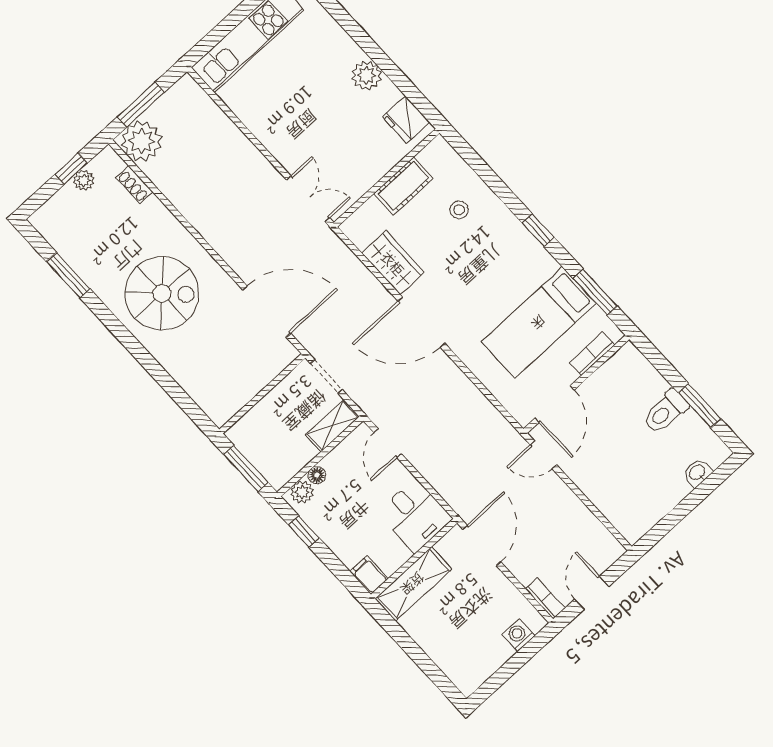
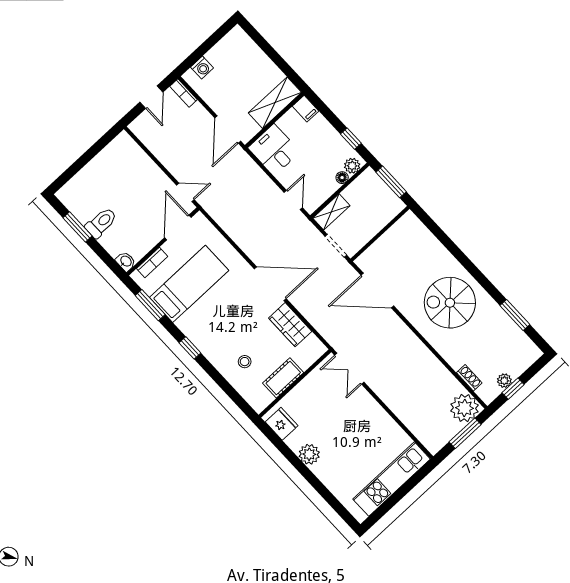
washbasin: (697, 473) -> (126, 261), moved, turned -90

